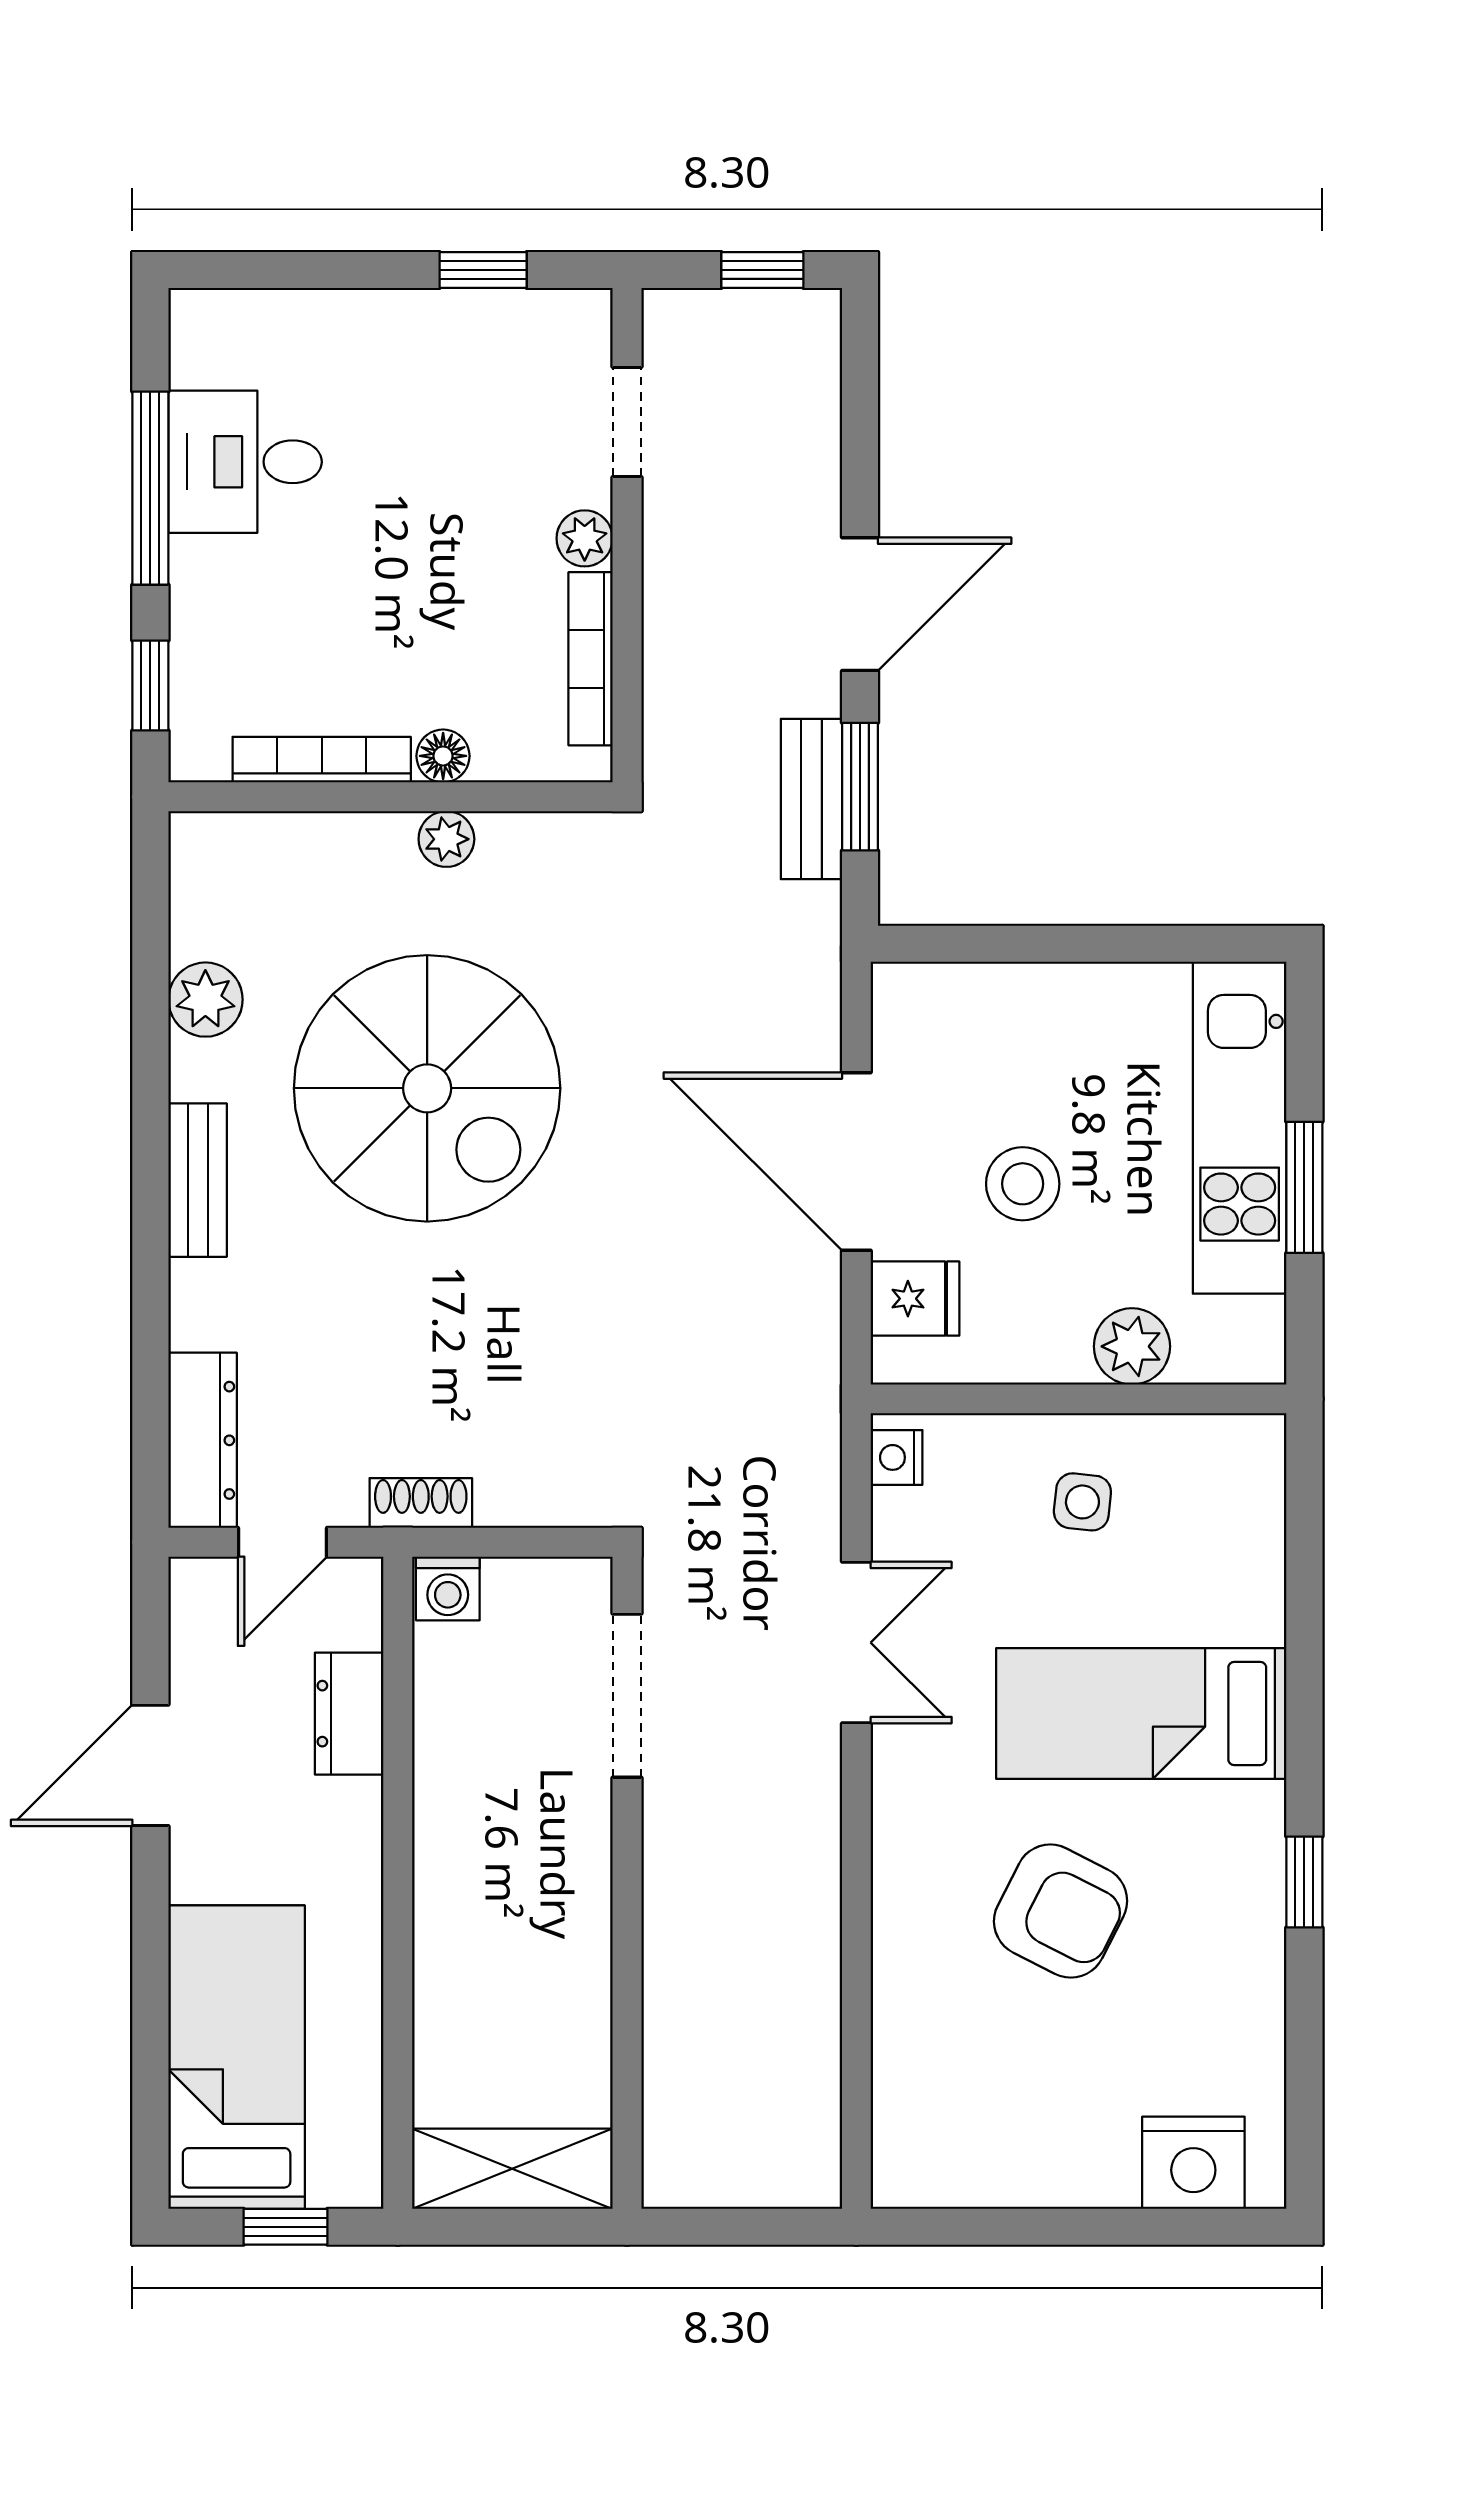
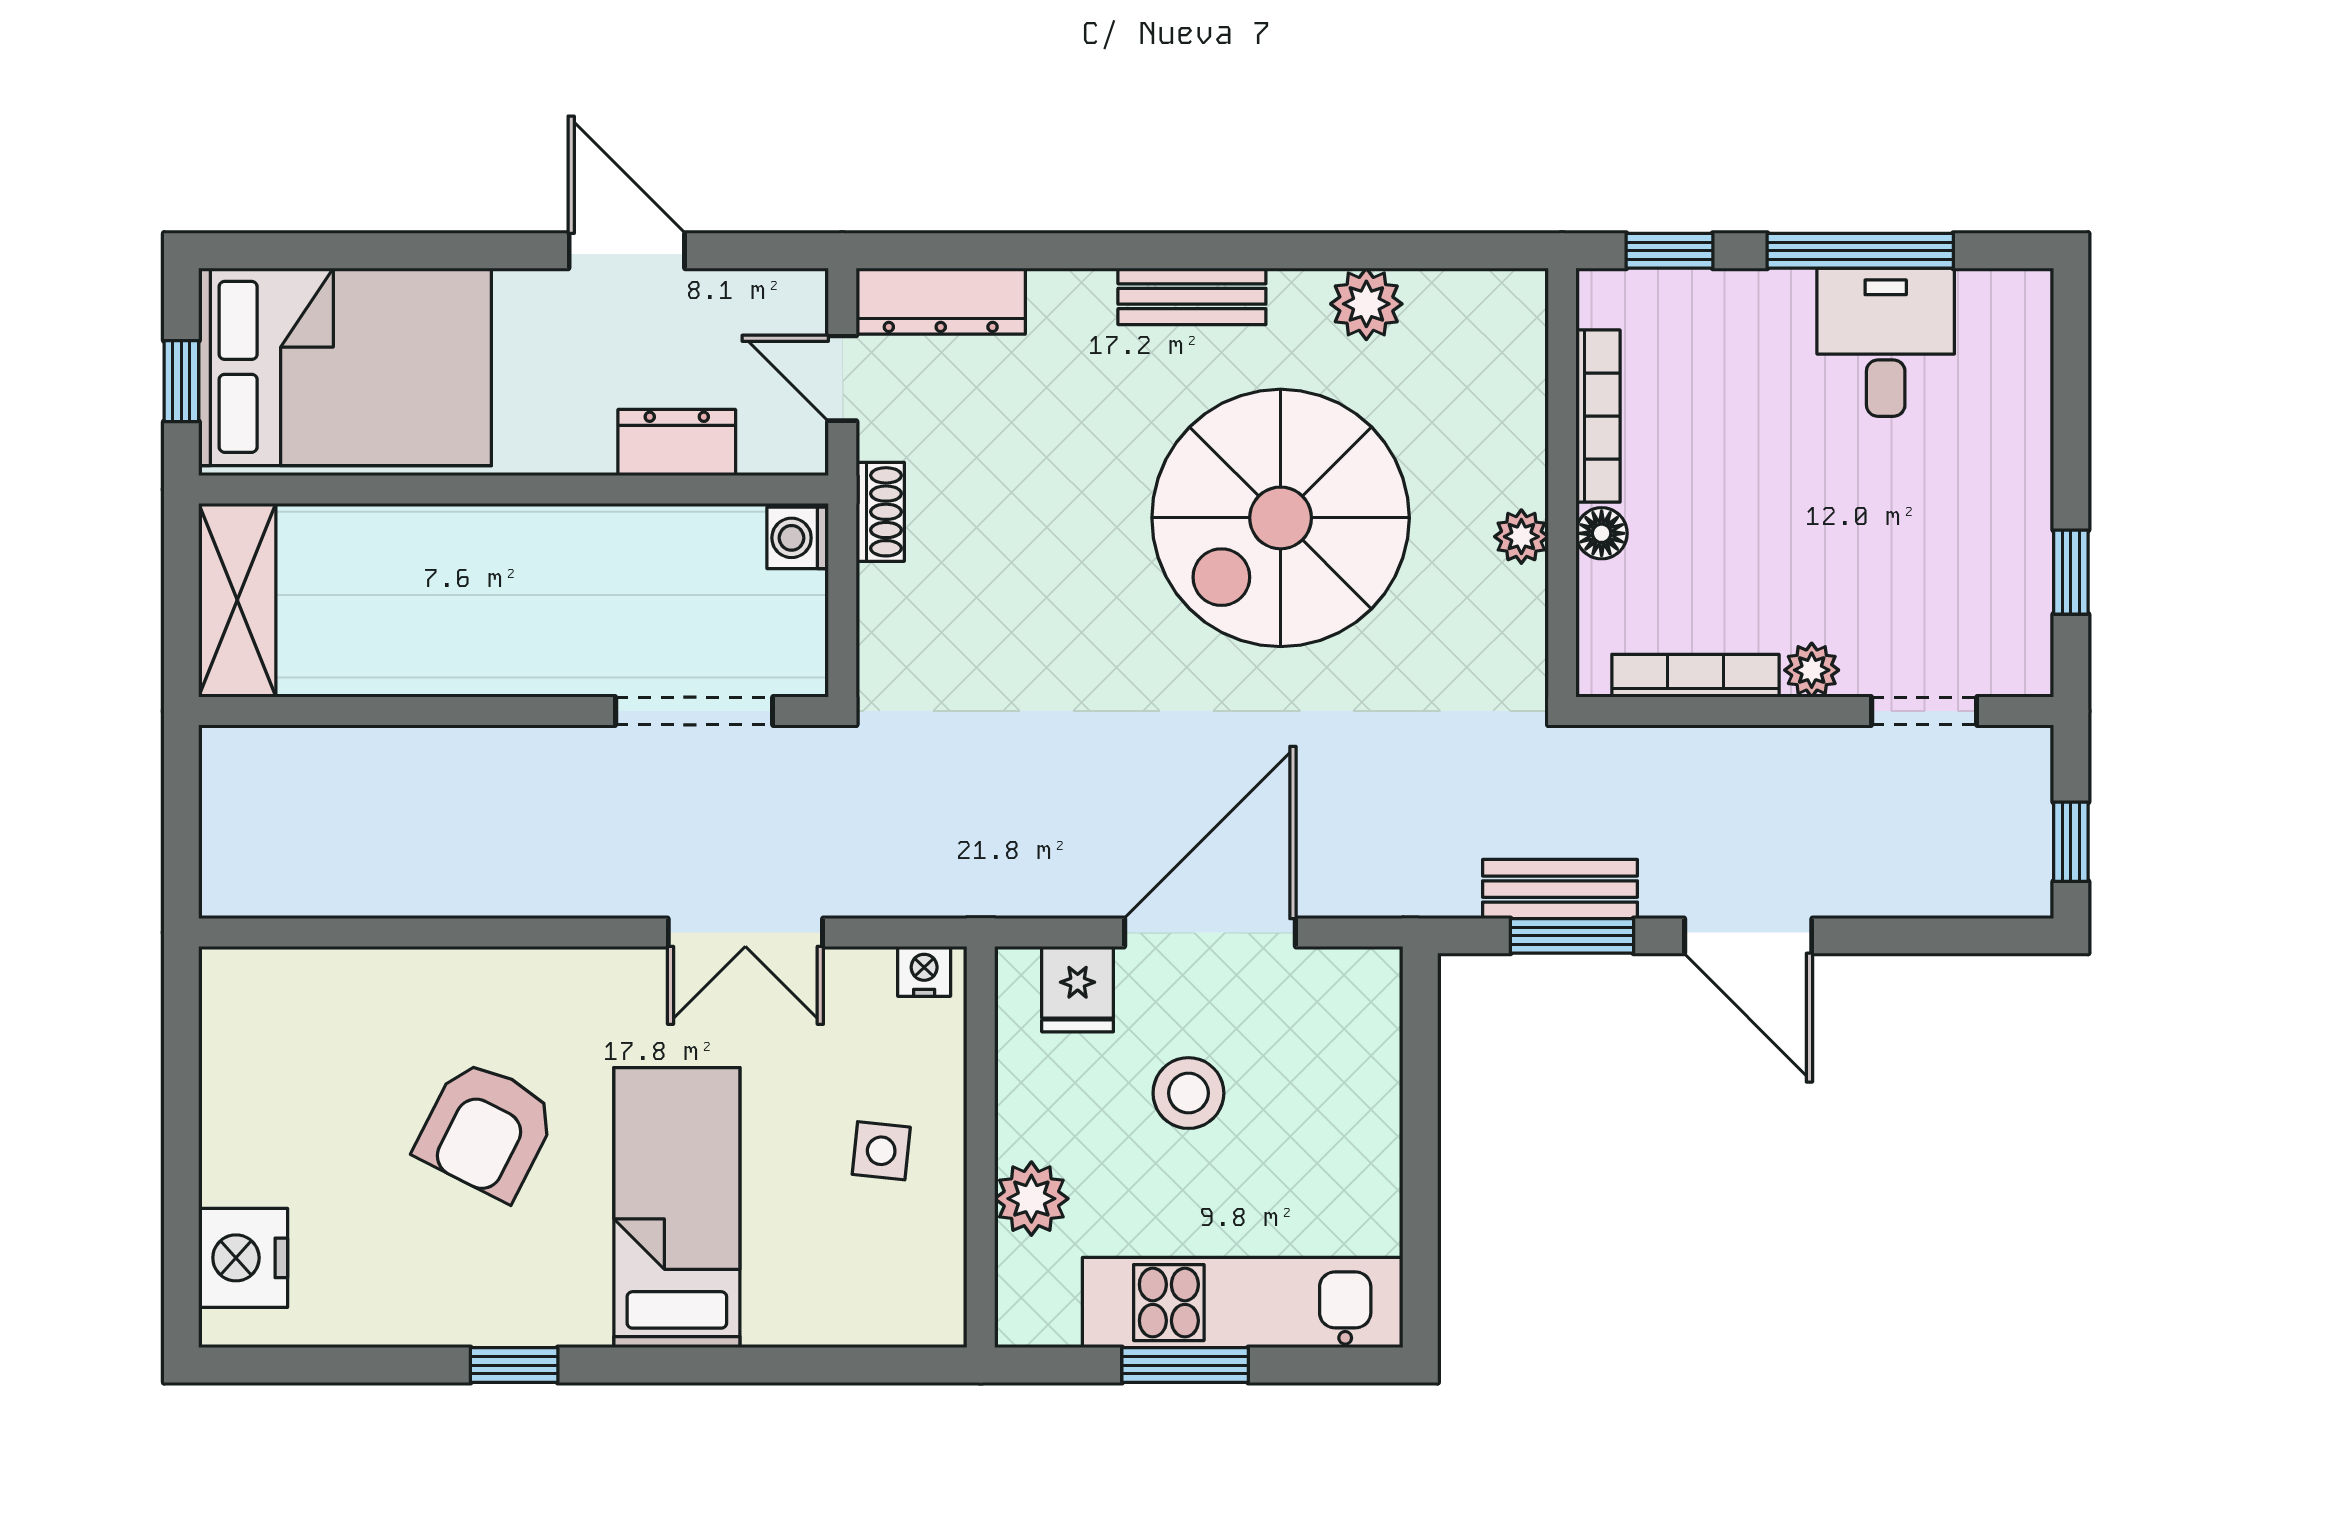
bed: (237, 2057) -> (345, 367), width x1.50

